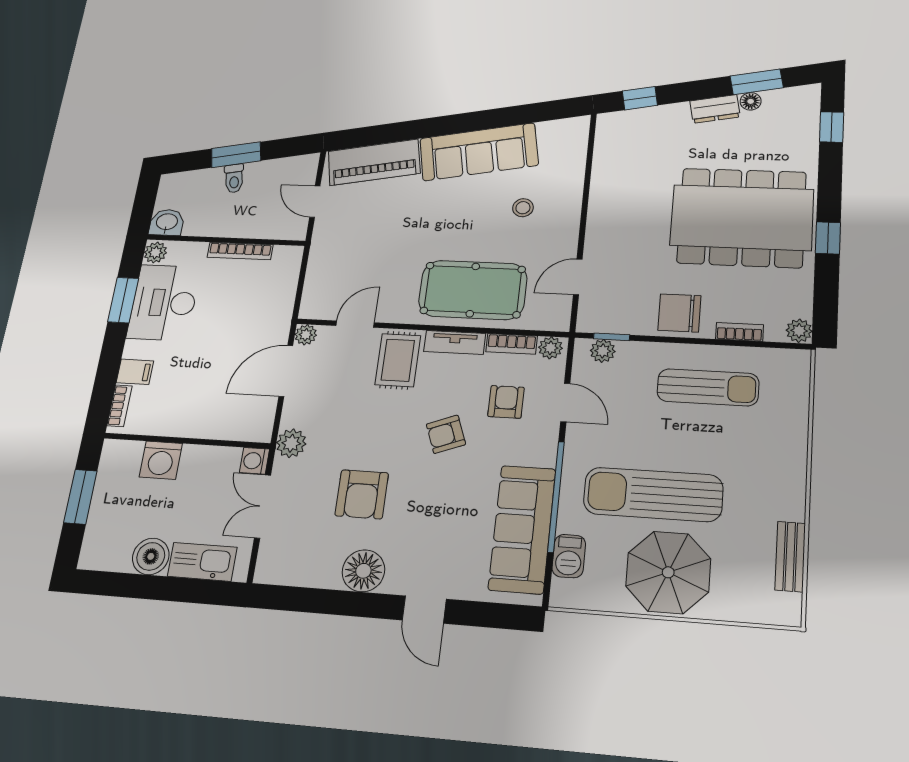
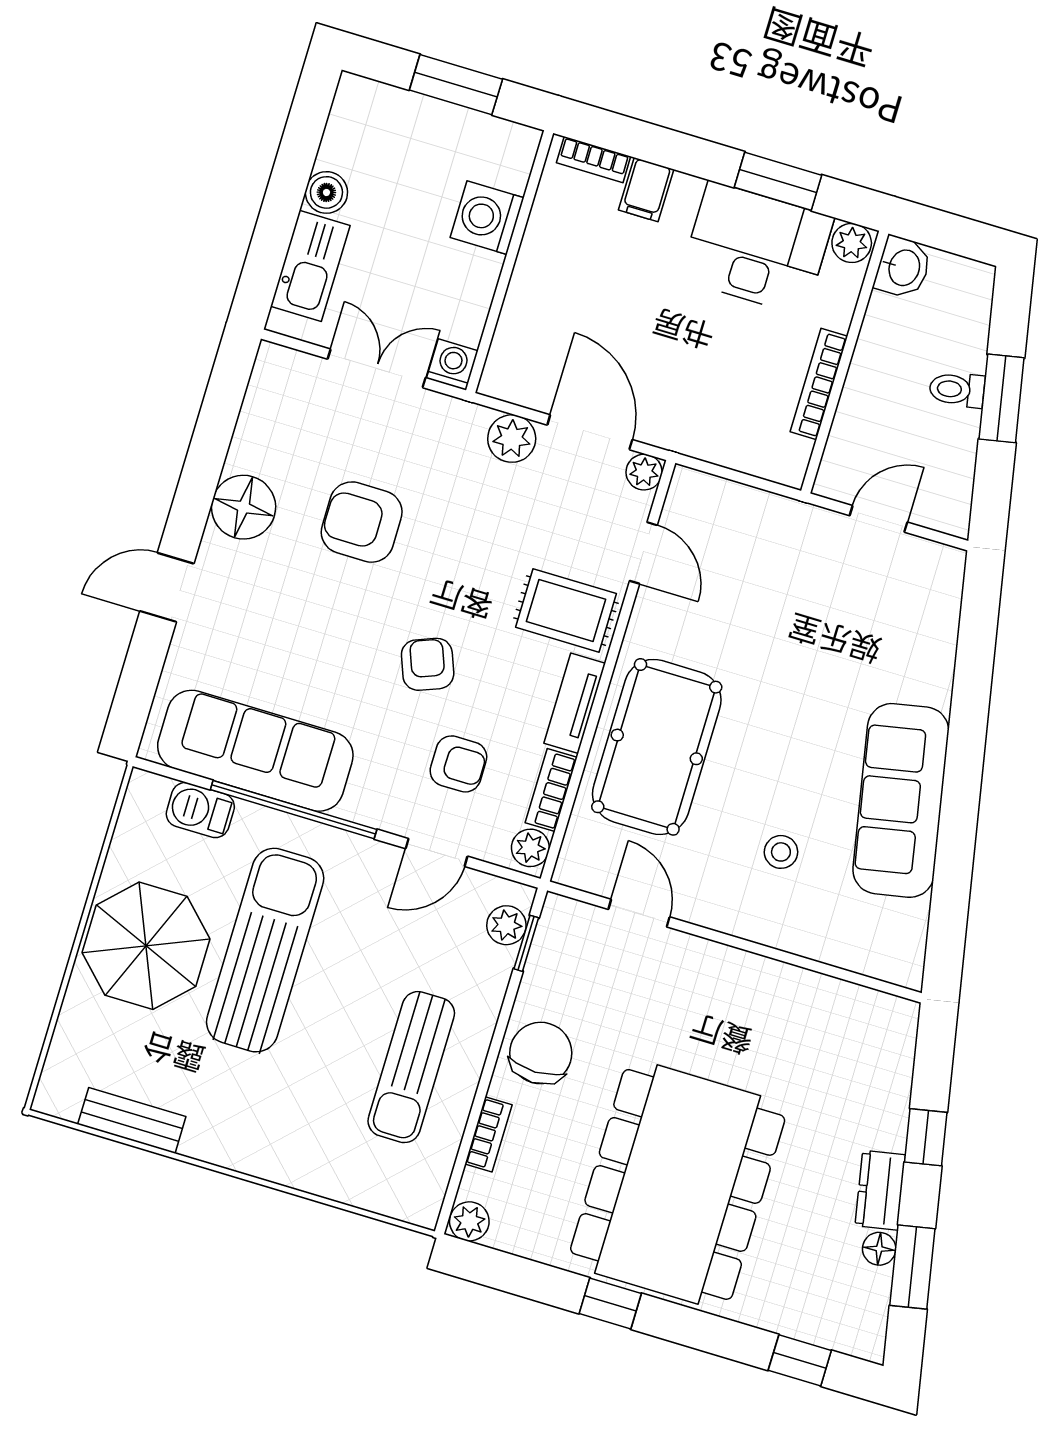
window: (640, 98) -> (926, 1137), moved
piano: (374, 162) -> (926, 627), removed
plant: (291, 443) -> (512, 439), moved
boiler: (151, 556) -> (326, 192), width x0.73, depth x0.73

